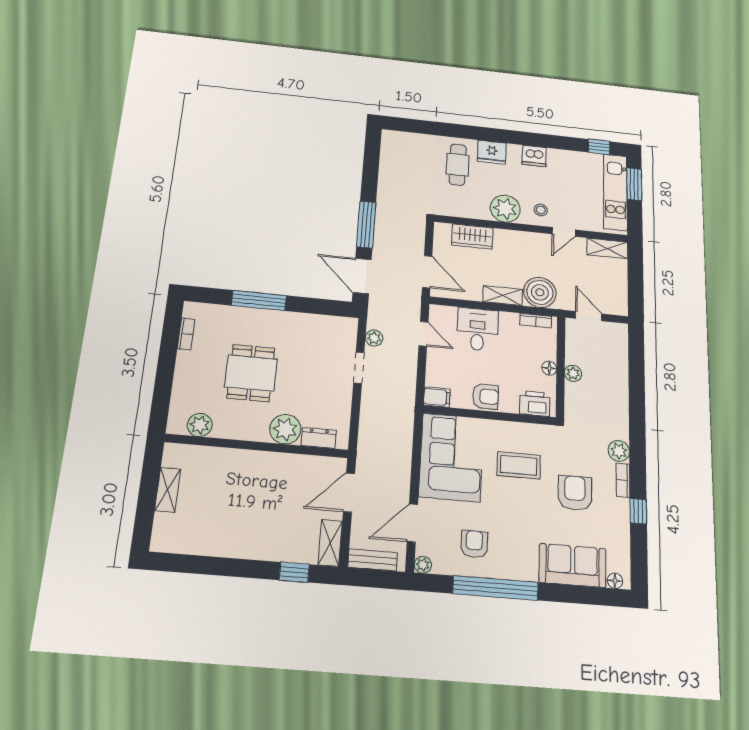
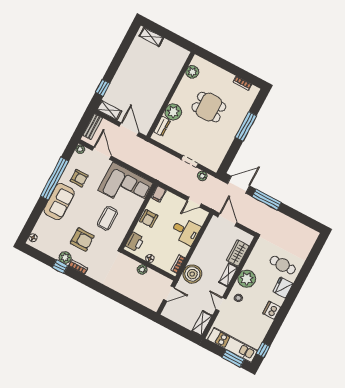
door: (427, 272) -> (227, 220), swing flipped
shelving: (503, 296) -> (228, 275), moved
plant: (619, 451) -> (65, 258), moved
shelving: (168, 490) -> (151, 37), moved
sofa: (573, 565) -> (59, 202), moved

